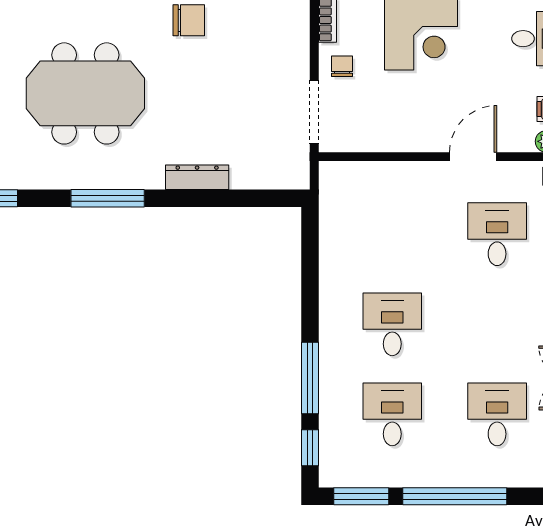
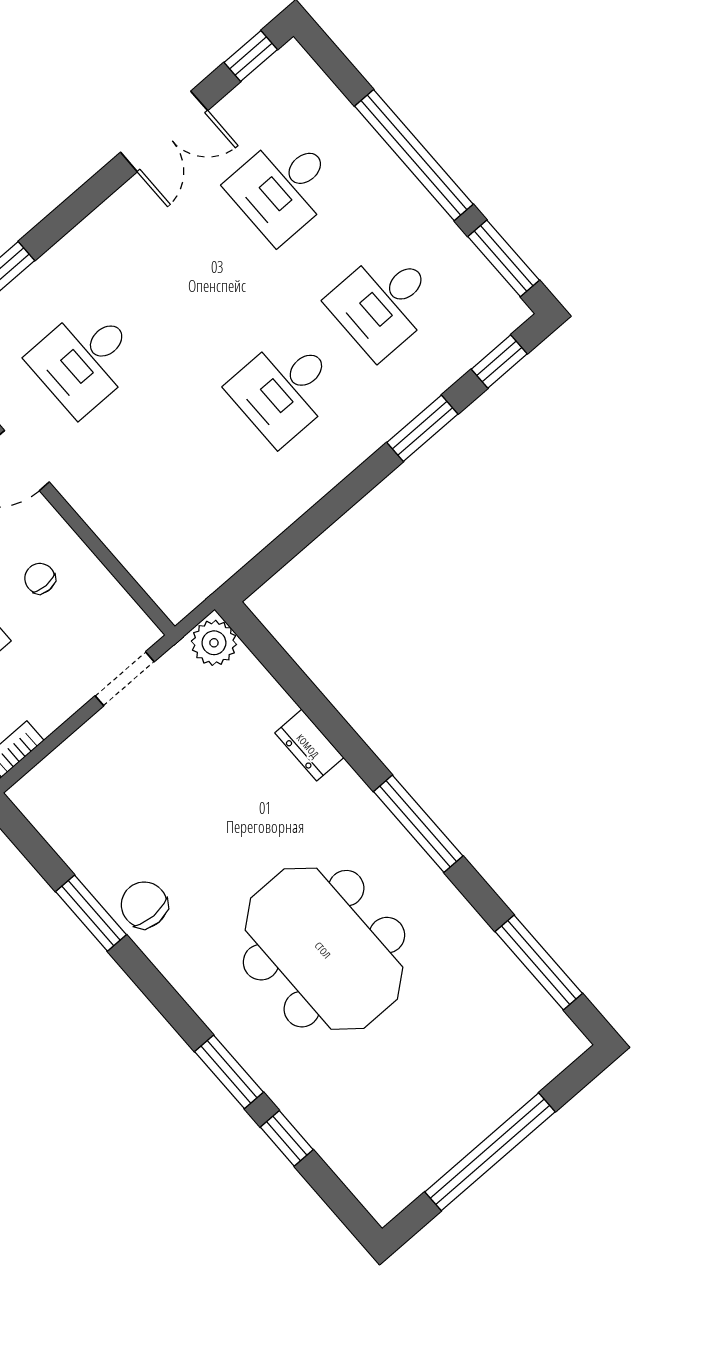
chair: (342, 66) -> (40, 578), moved, turned 90
doorway: (314, 112) -> (125, 679), width x0.73
plant: (293, 174) -> (214, 643), added
dresser: (197, 177) -> (309, 745), width x0.70
window: (310, 378) -> (422, 428), width x0.69

